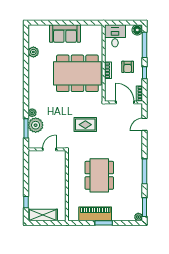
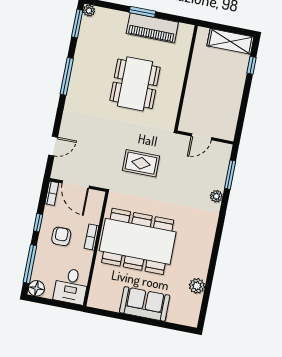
plant: (36, 125) -> (215, 177), removed

